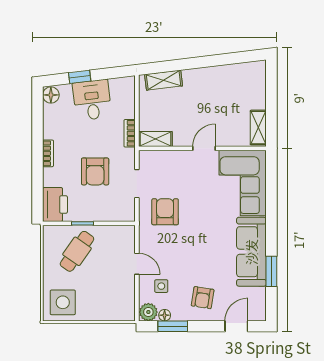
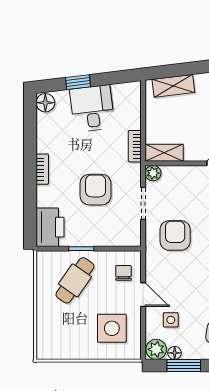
plant: (146, 157) -> (153, 173), added
armchair: (95, 171) -> (96, 190), turned 180
chair: (120, 245) -> (123, 273), added
side table: (63, 302) -> (112, 328), moved

